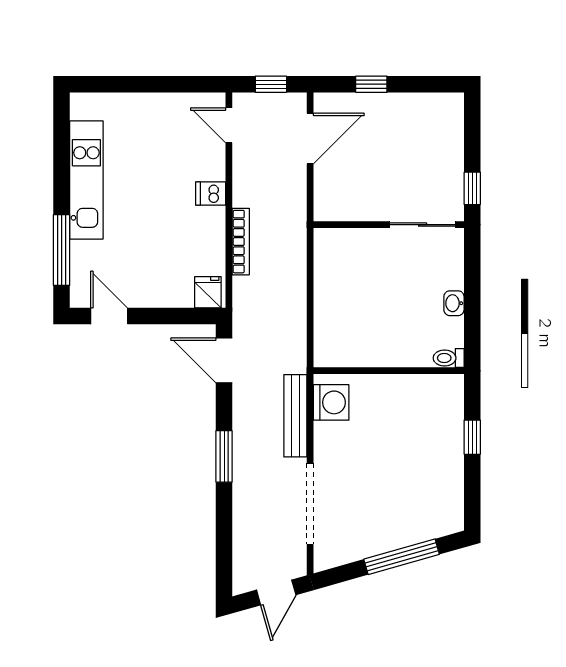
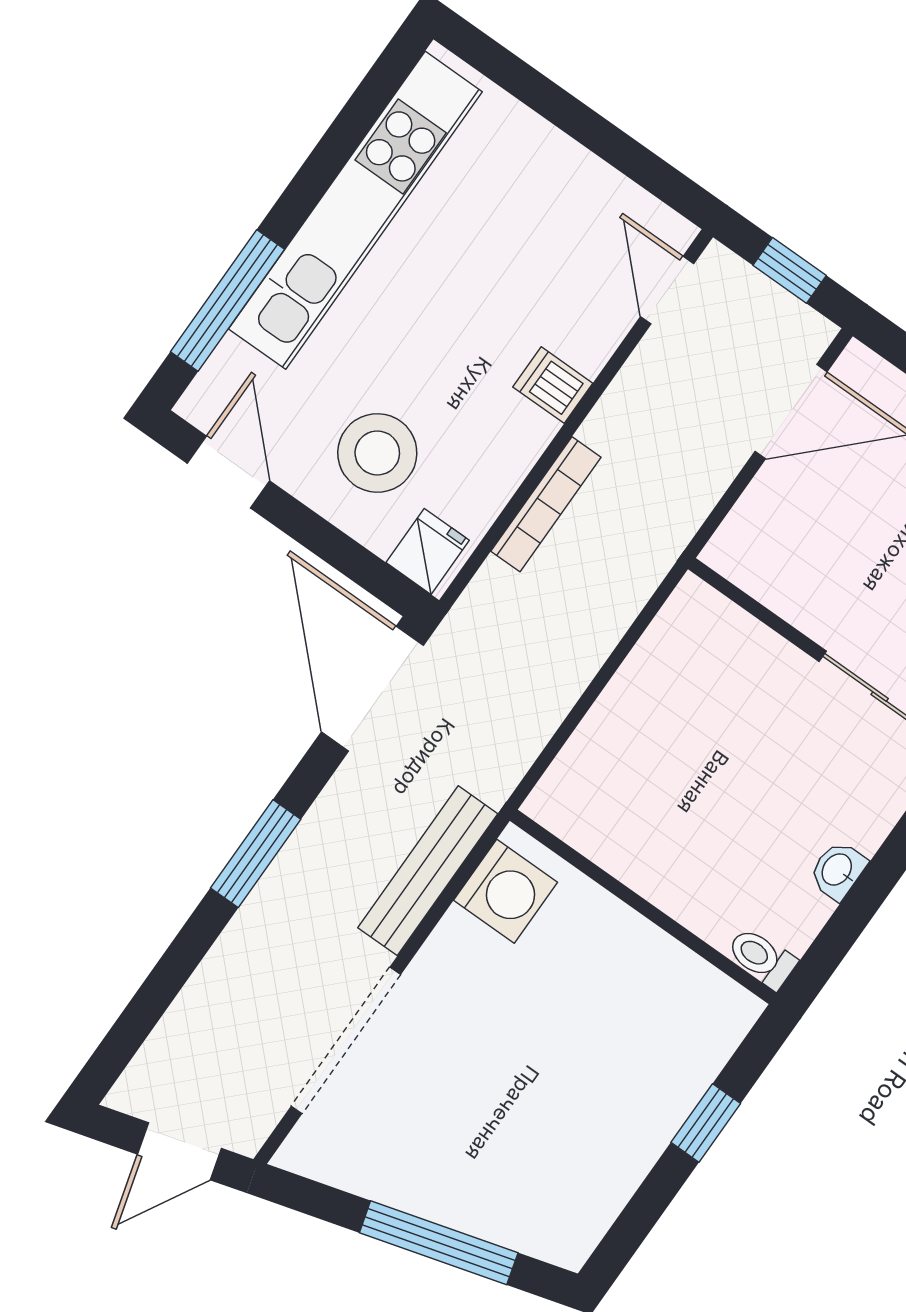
kitchen unit: (86, 180) -> (355, 210), width x1.36
stool: (161, 268) -> (377, 453), added
door: (224, 360) -> (372, 689), width x1.36

